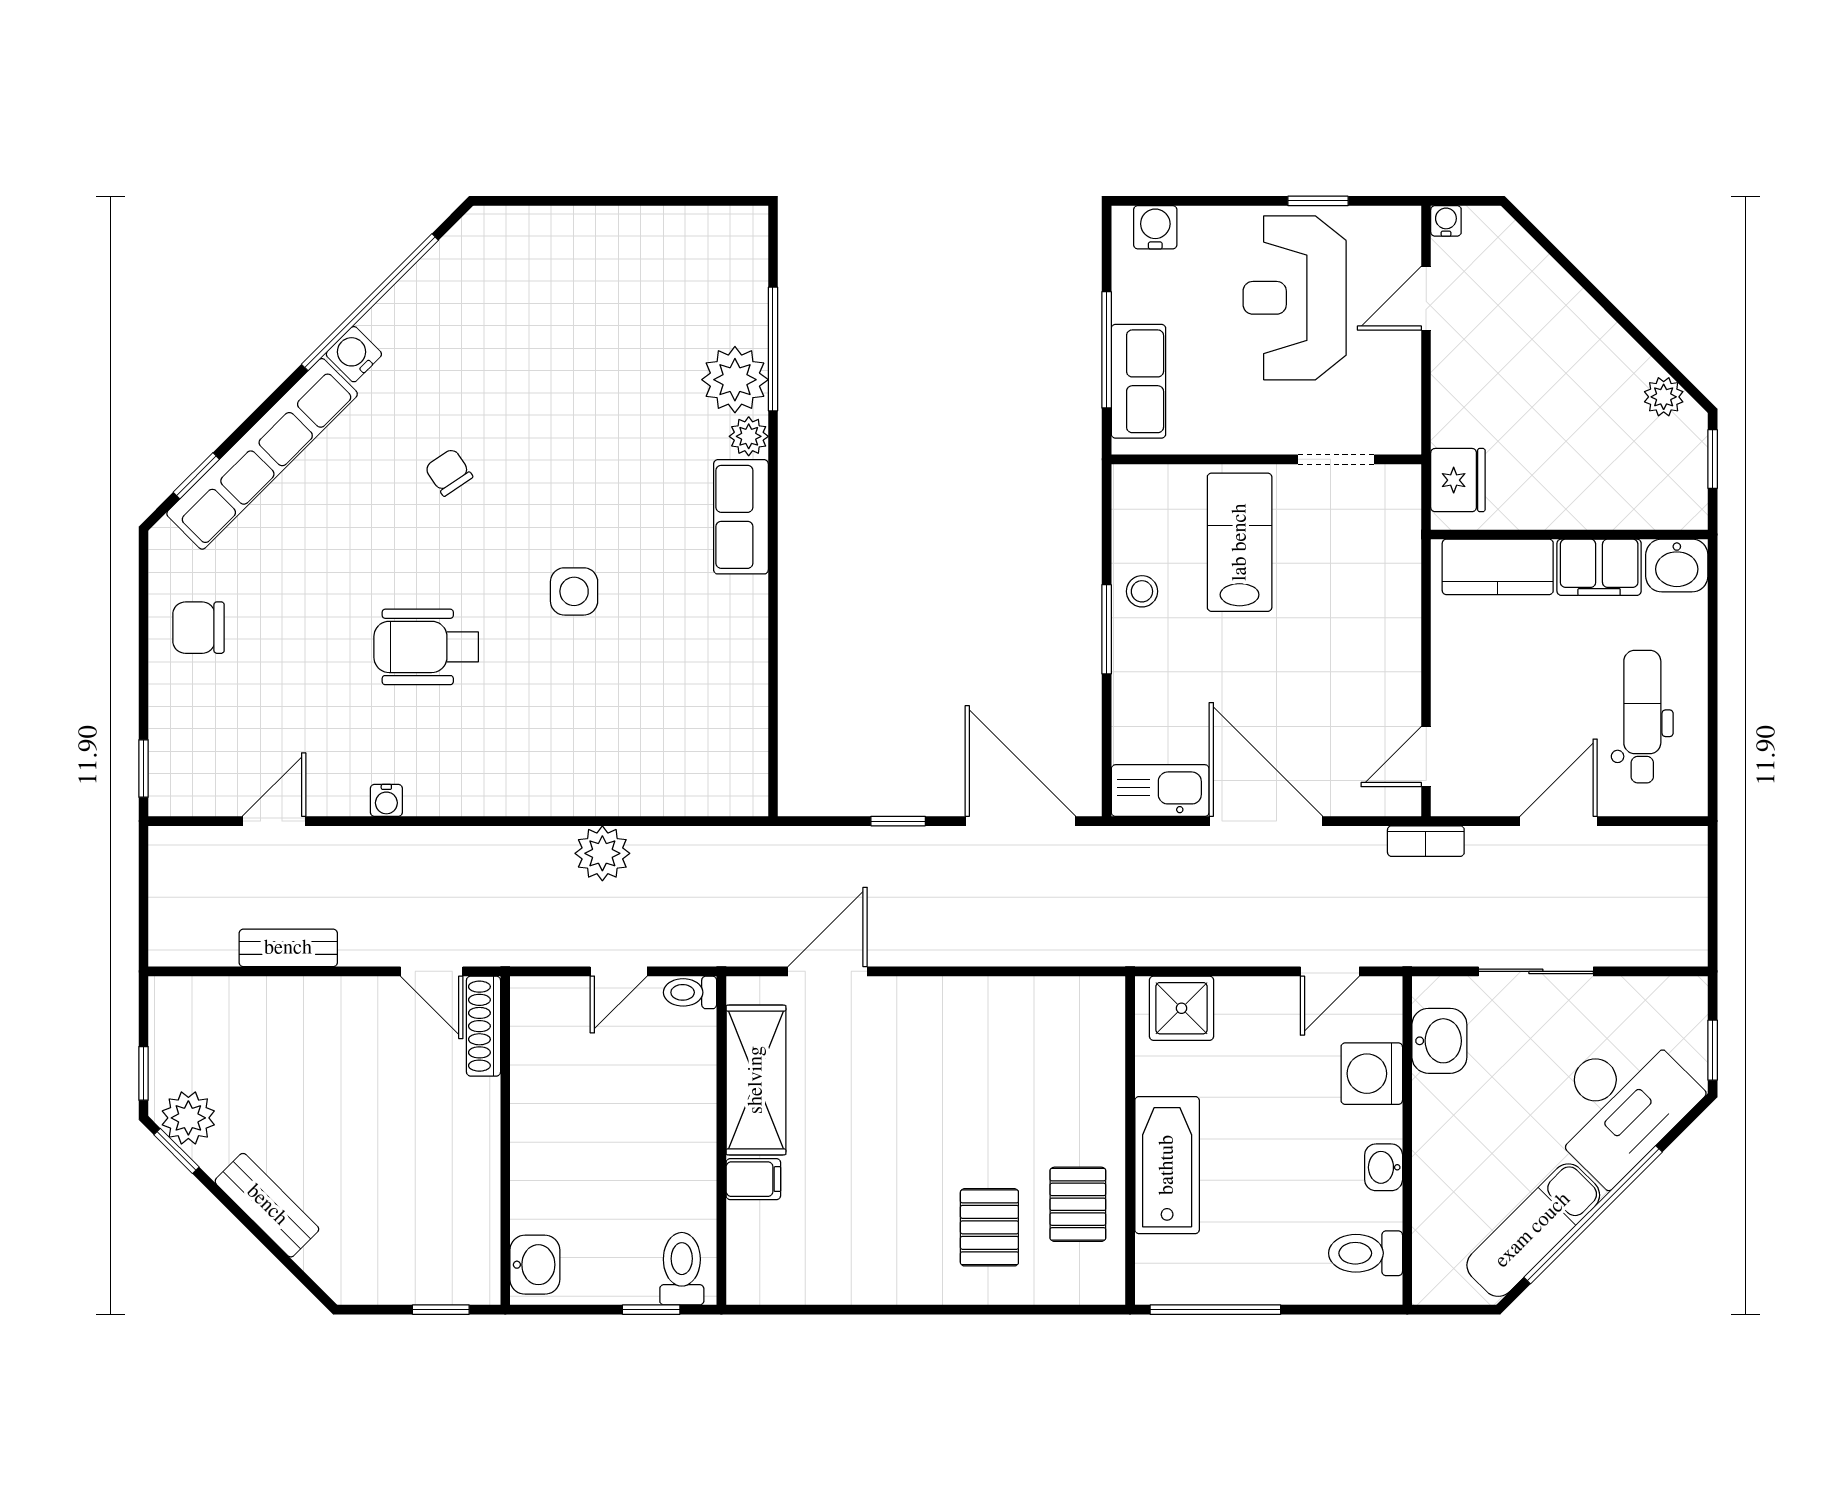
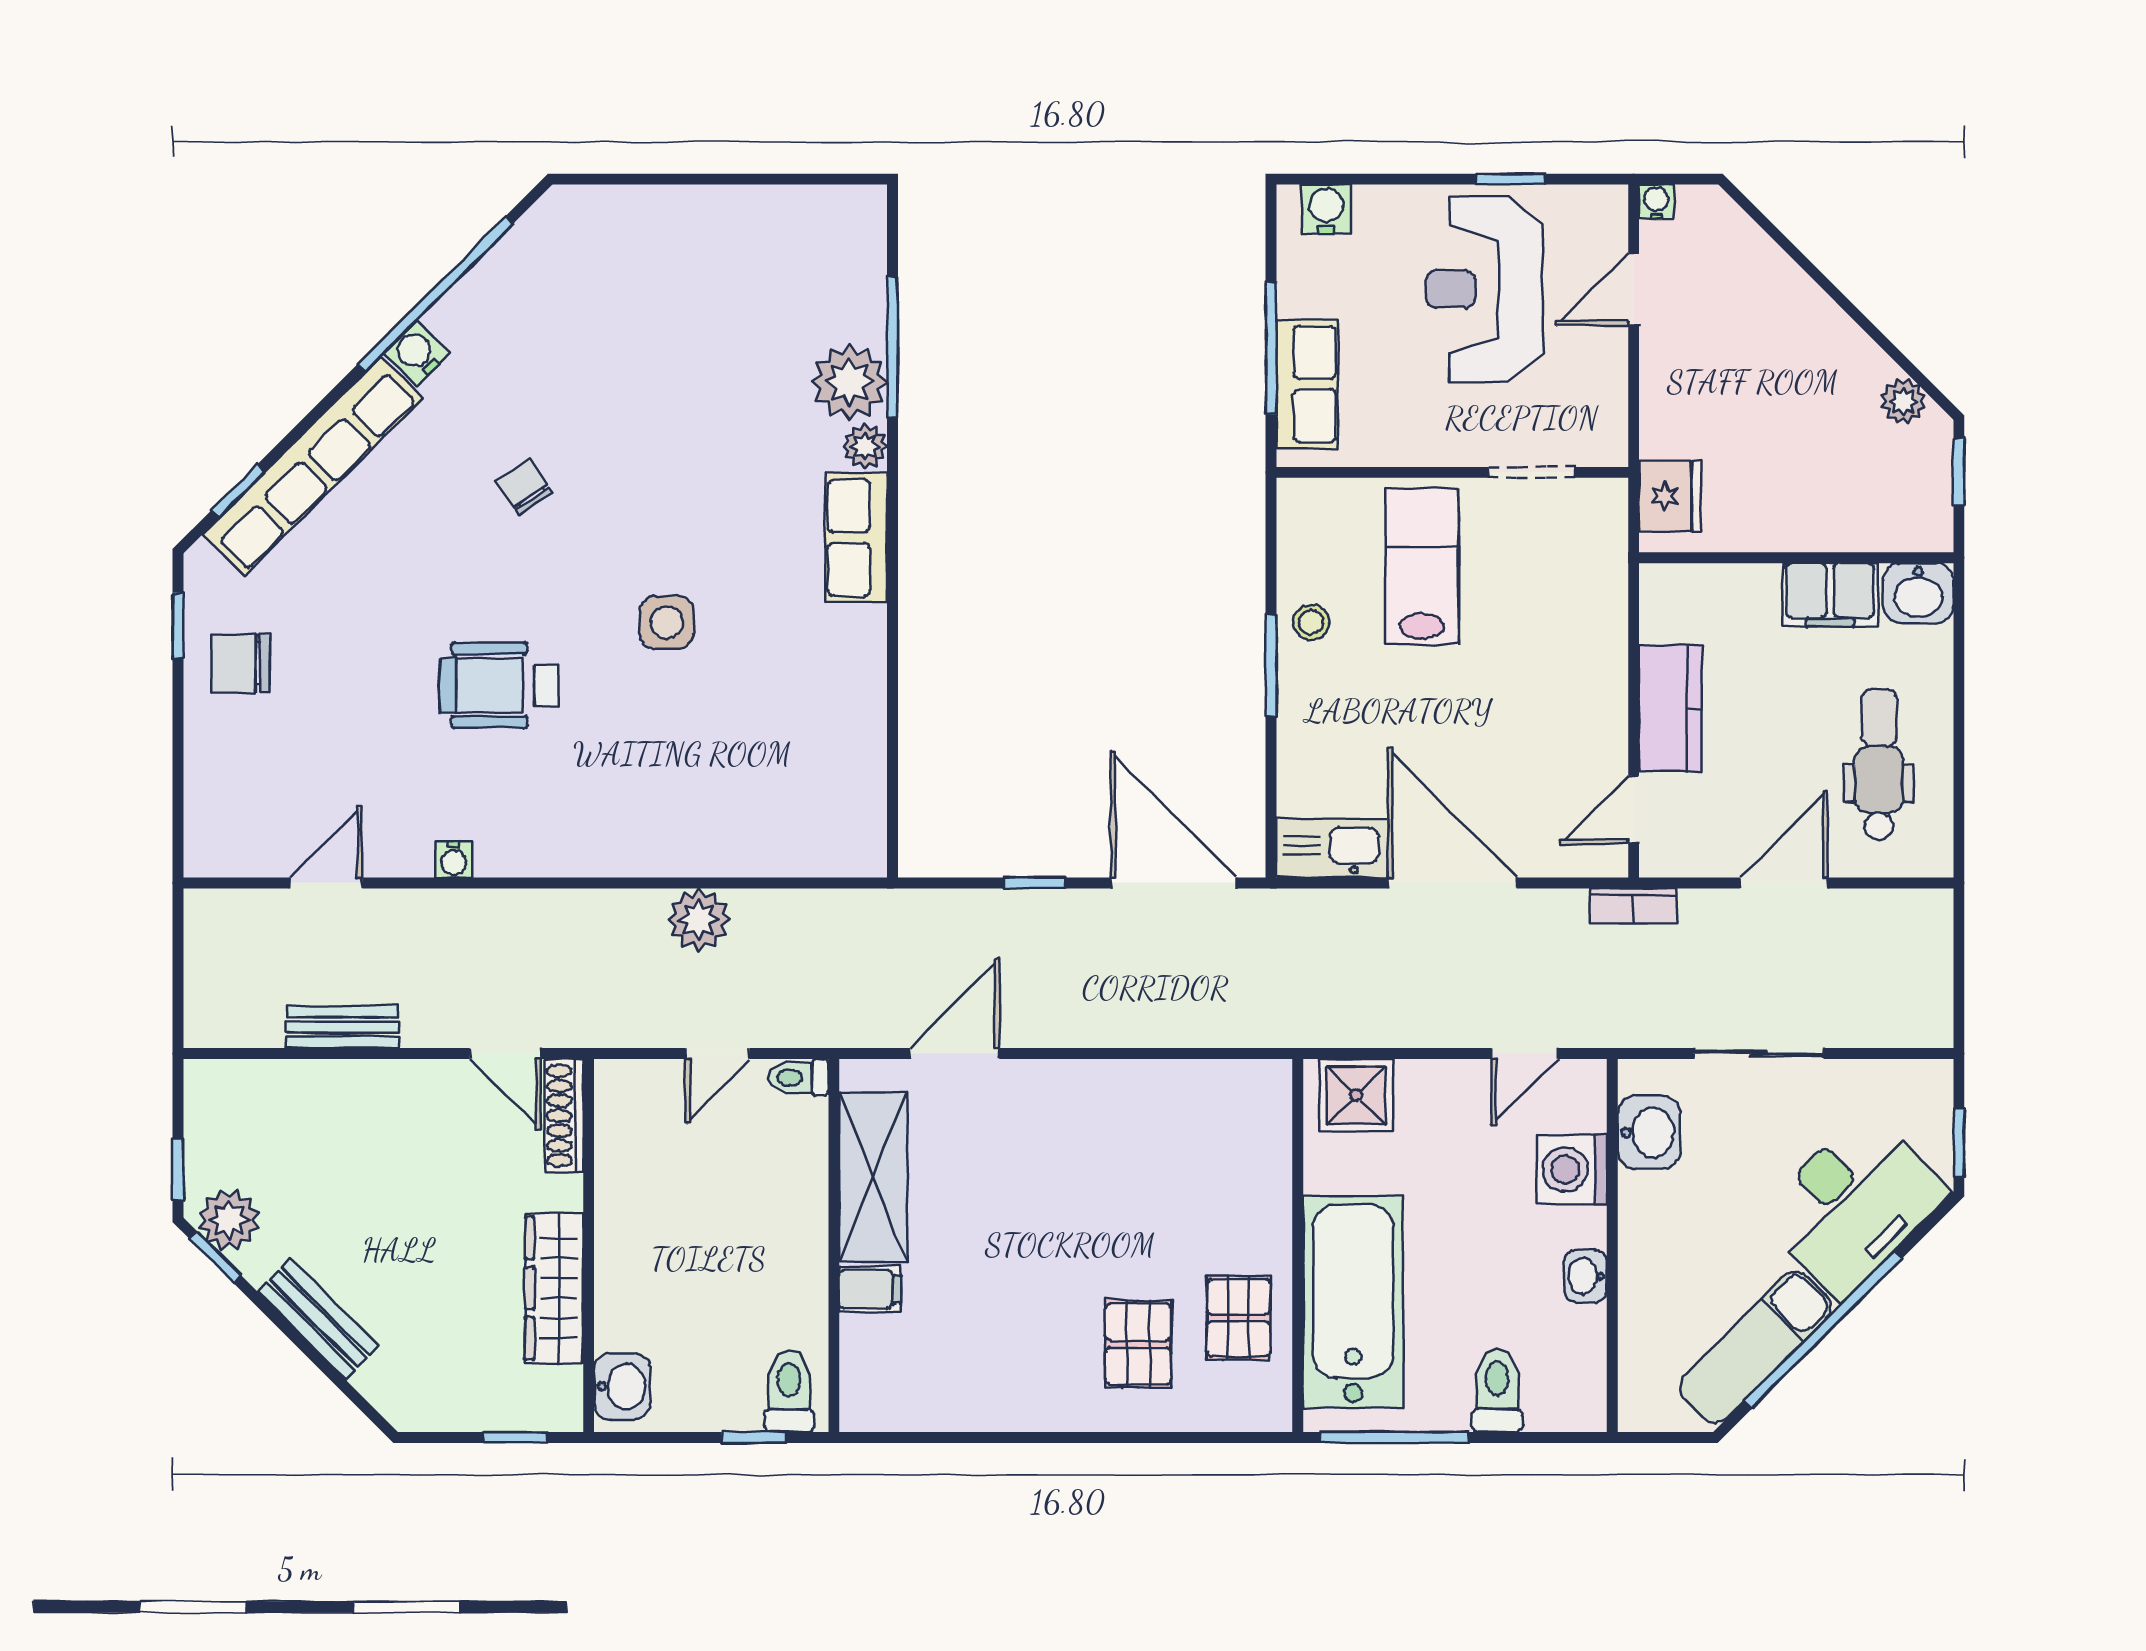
kitchen counter: (1498, 567) -> (1670, 708), moved, turned -90
window: (143, 769) -> (178, 625), moved
bathtub: (1167, 1165) -> (1353, 1302), width x1.36, depth x1.36
wardrobe: (475, 1178) -> (554, 1288), added
toilet: (1366, 1253) -> (1497, 1390), moved, turned 90

